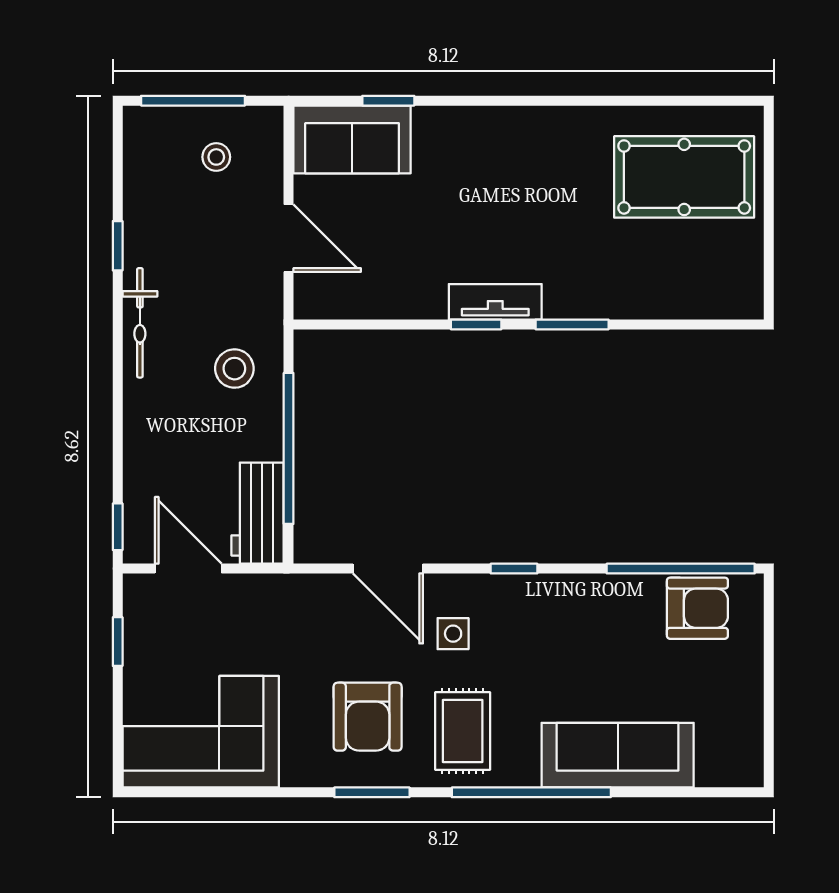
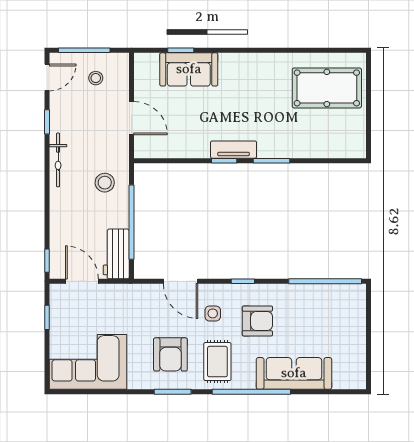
sofa: (352, 139) -> (189, 69), moved
door: (118, 156) -> (47, 77), added
armchair: (697, 608) -> (257, 321), moved

